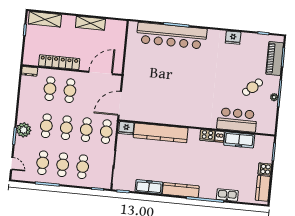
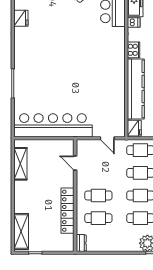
shelving: (90, 23) -> (20, 164), moved
bar counter: (172, 36) -> (53, 125), moved, turned -90
door: (101, 73) -> (75, 163), width x0.53
door: (120, 103) -> (107, 138), width x0.53
cooker: (207, 135) -> (134, 50), moved

